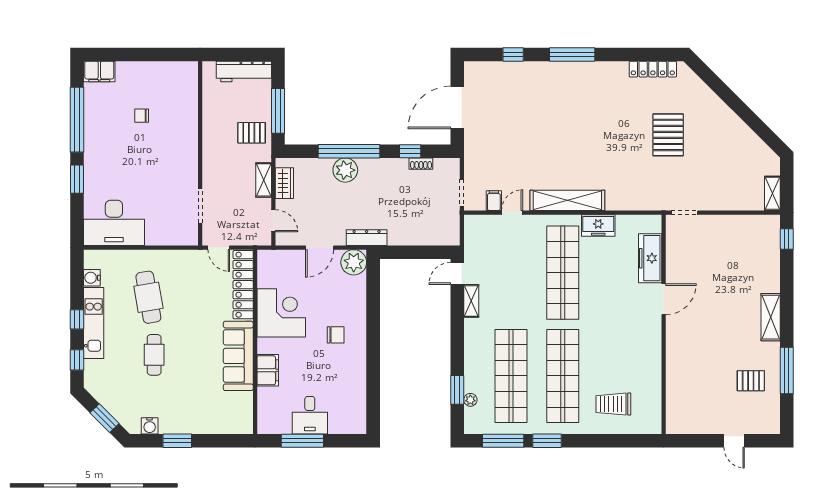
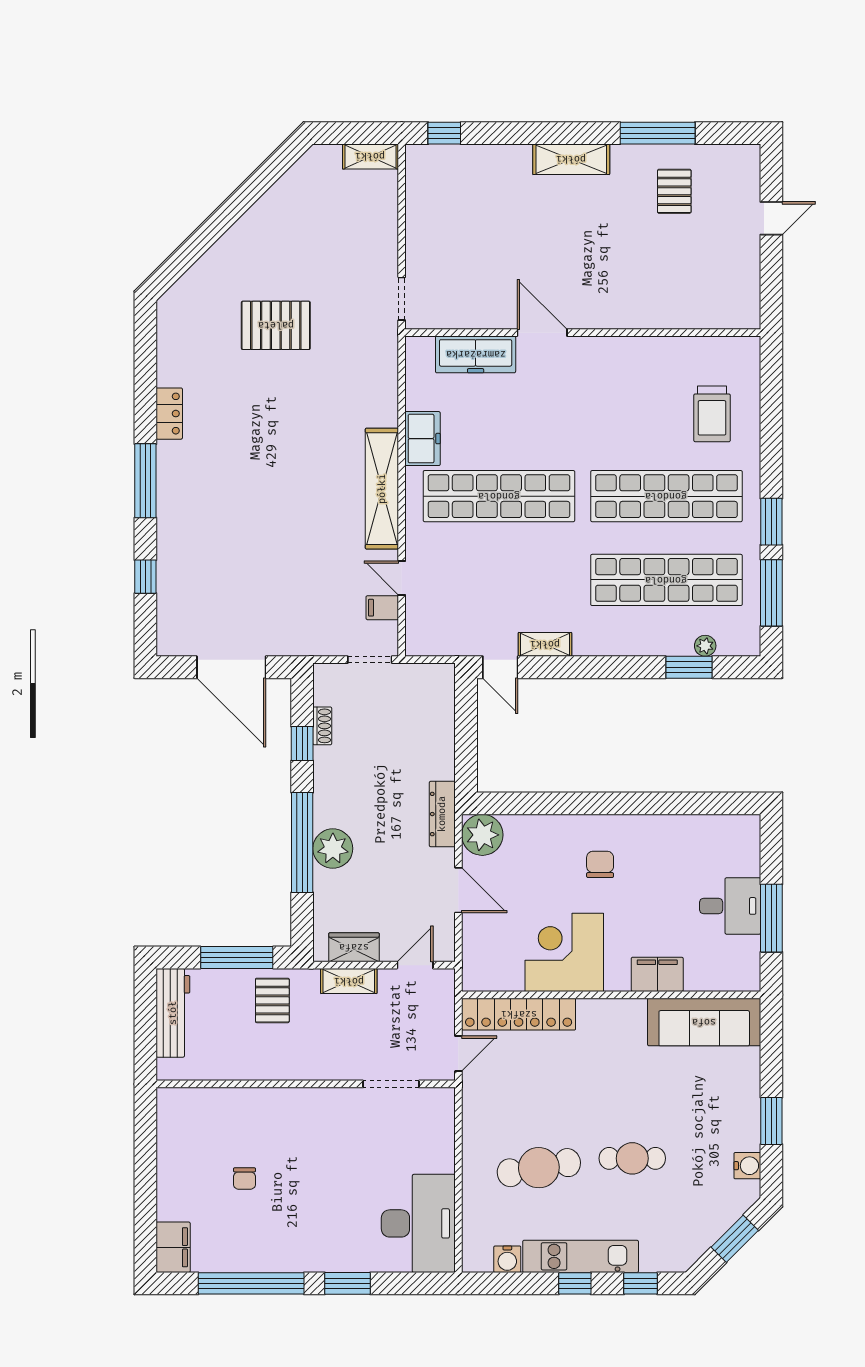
locker: (653, 69) -> (169, 414), moved, width x0.66
sofa: (238, 356) -> (704, 1022), moved

